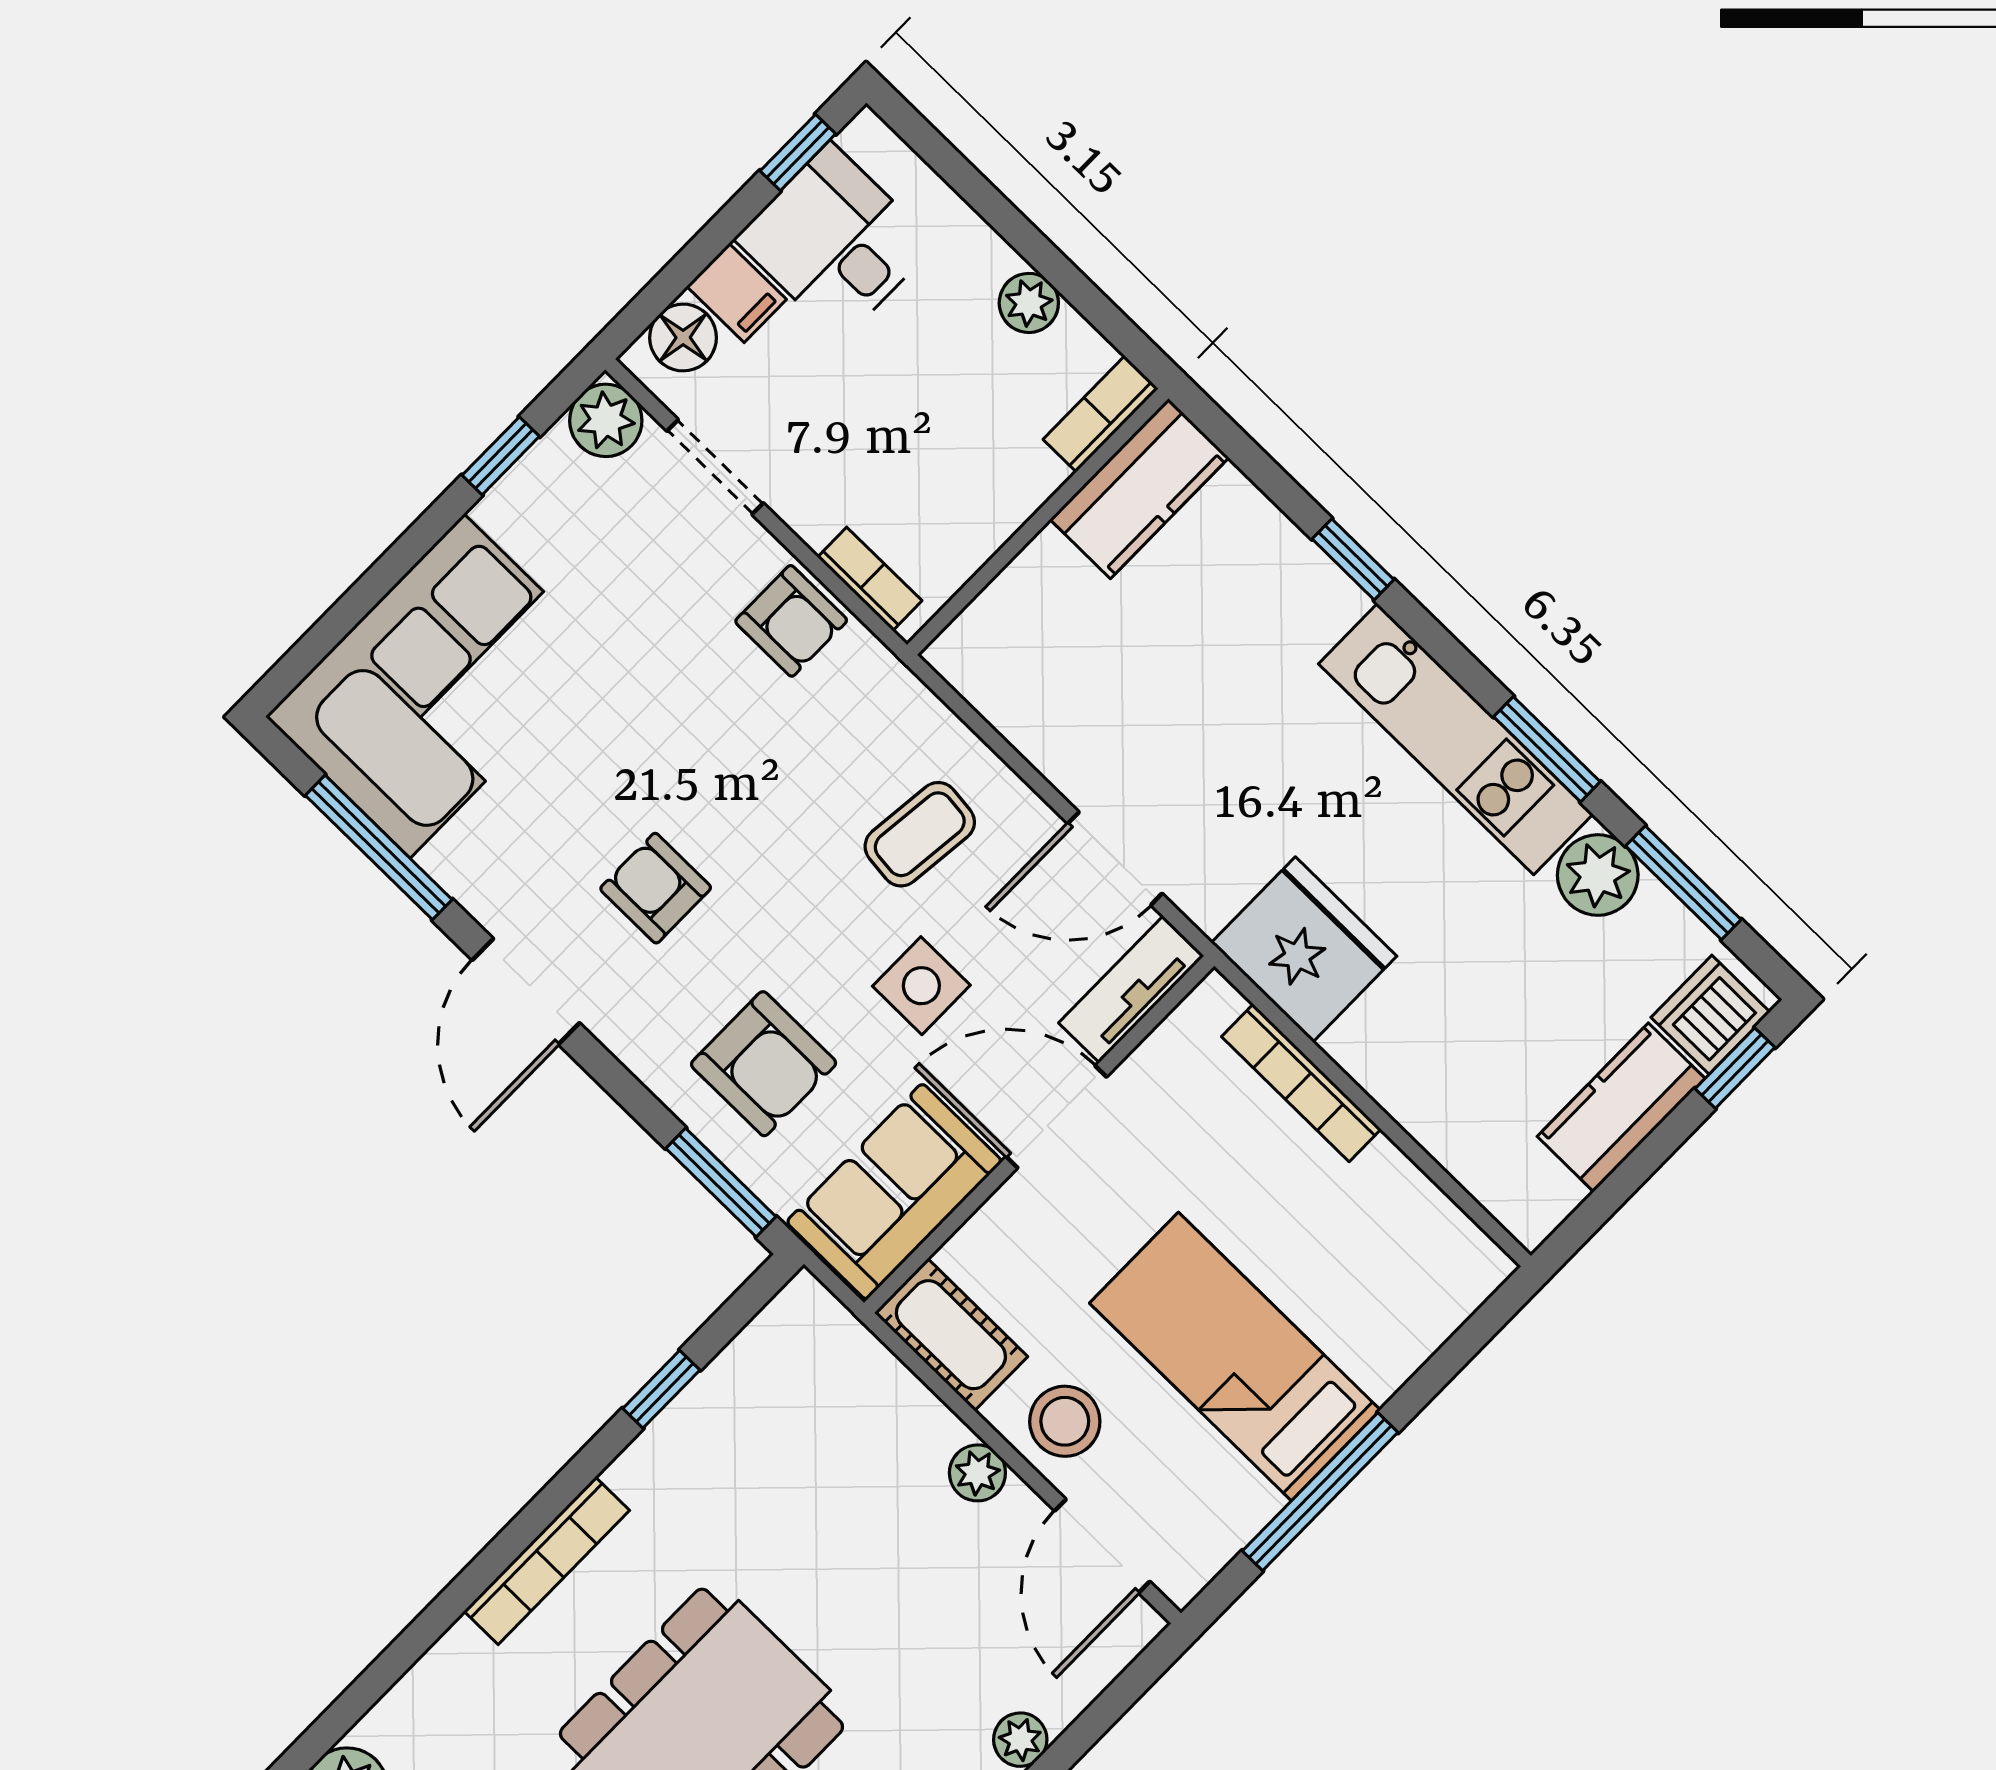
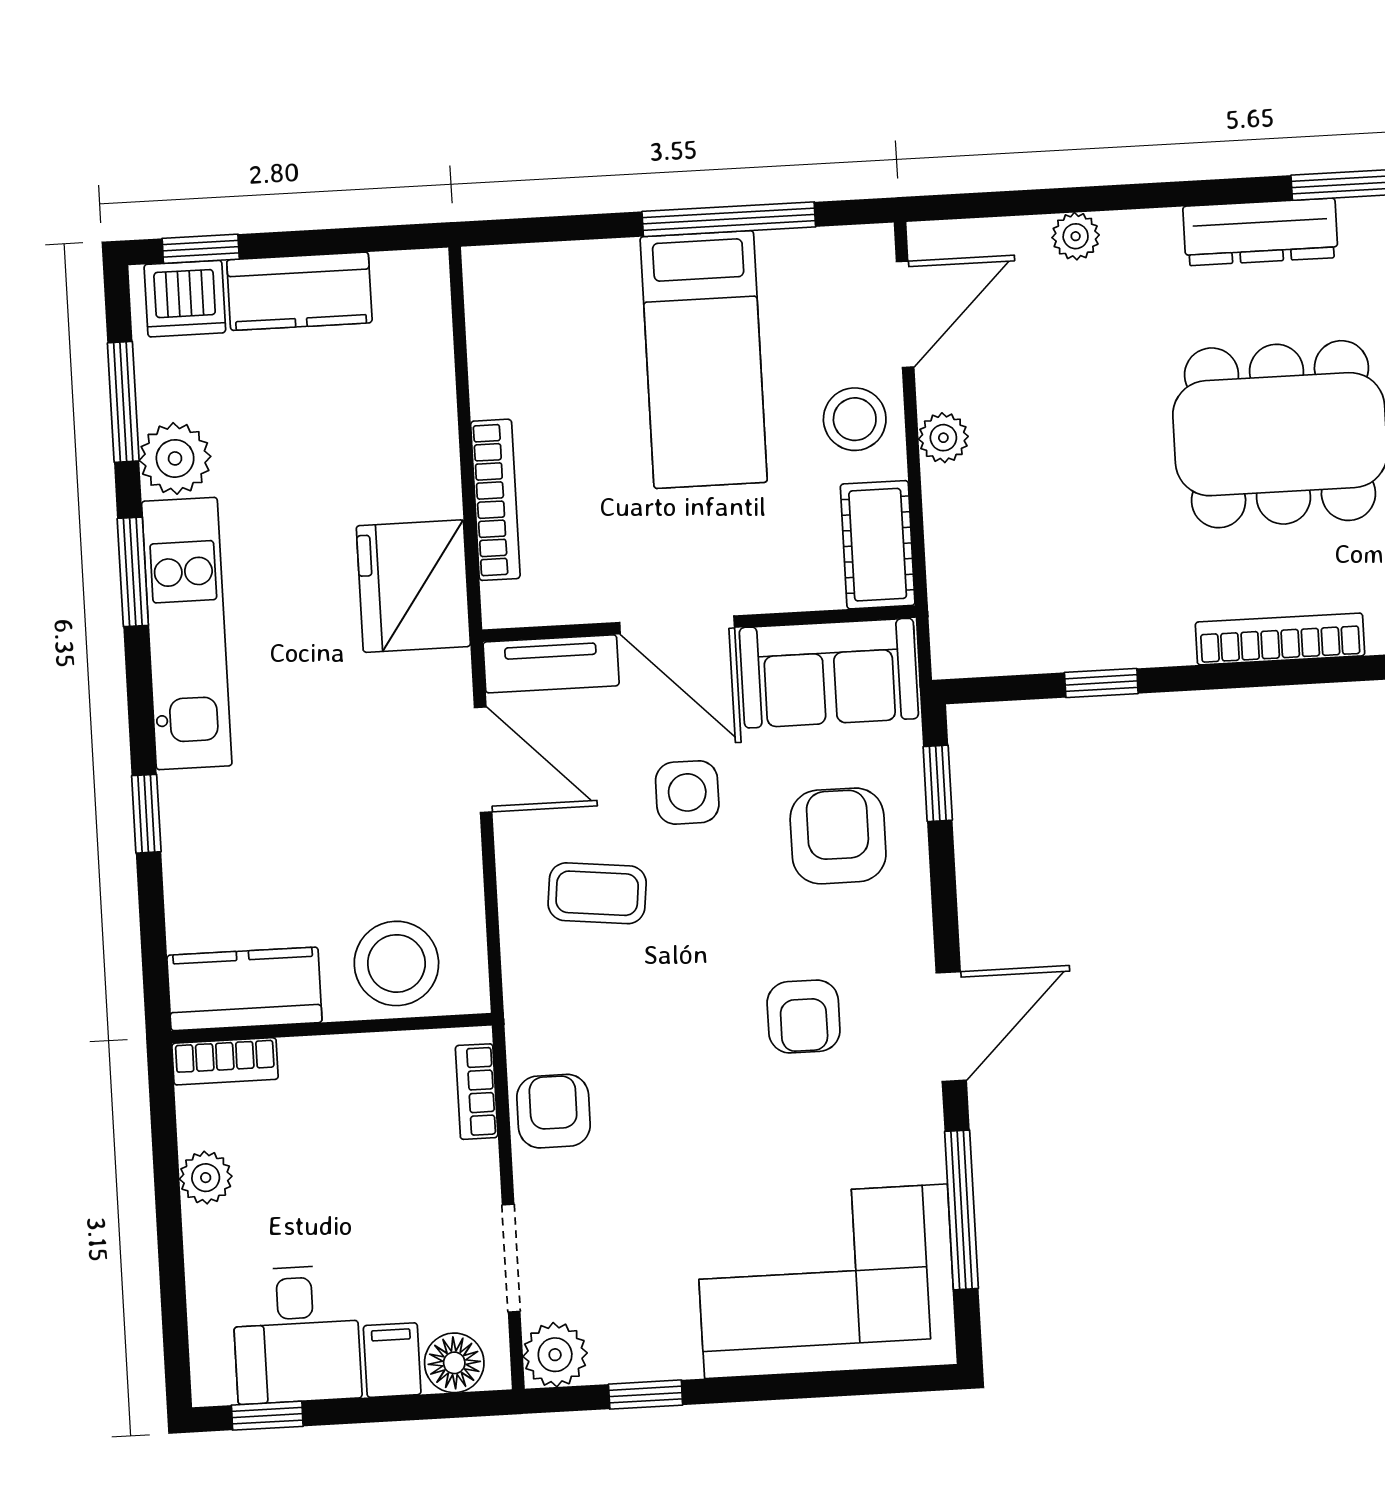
stool: (1033, 624) -> (396, 963), added
window: (721, 1183) -> (938, 783), width x0.67

